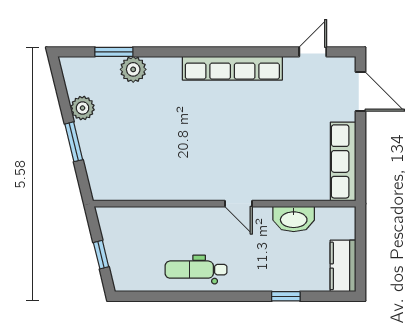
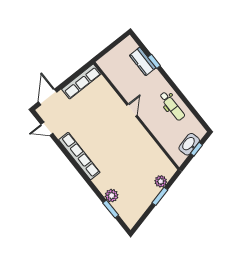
plant: (83, 108) -> (161, 181), moved
washbasin: (294, 219) -> (189, 144), moved, turned -104
kitchen counter: (343, 266) -> (143, 61), moved, turned 90

